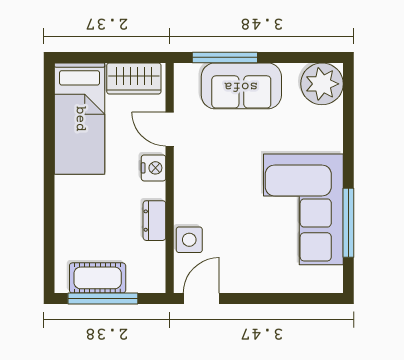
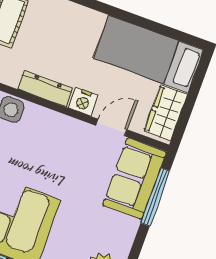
sofa: (241, 86) -> (135, 178), moved
dresser: (154, 221) -> (46, 89), width x1.44

